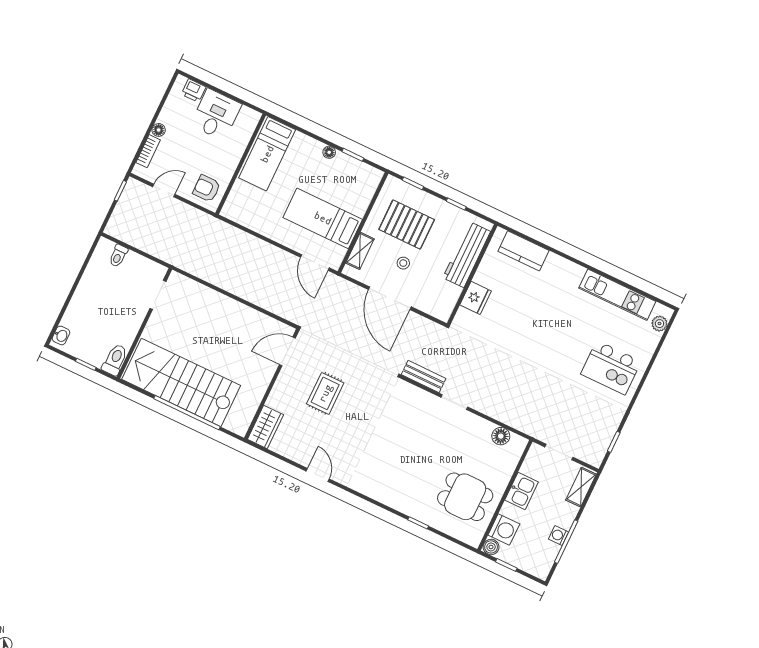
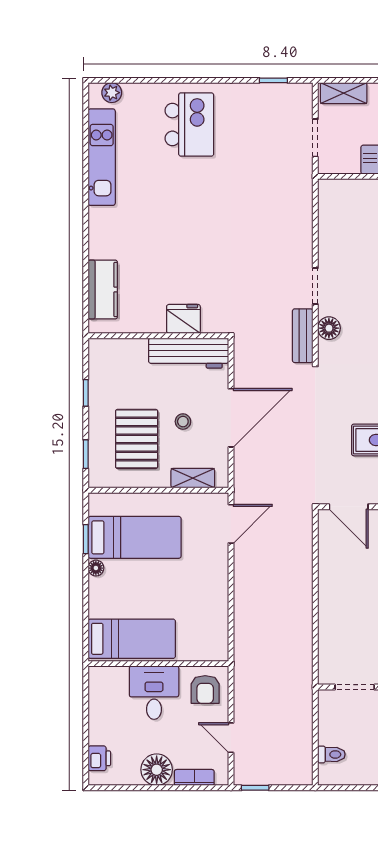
desk: (216, 115) -> (154, 693), moved, turned 90
floor lamp: (159, 130) -> (157, 770), width x1.89, depth x1.89
bed: (323, 218) -> (135, 537), moved, turned -90
workbench: (467, 255) -> (189, 353), moved
floor lamp: (501, 436) -> (329, 328), moved

